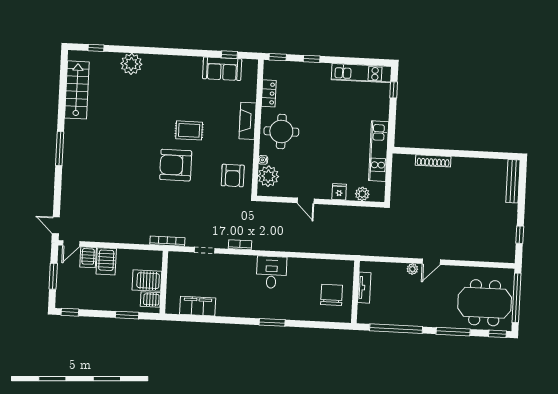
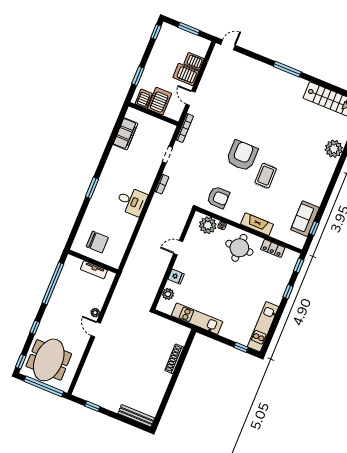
armchair: (233, 175) -> (218, 197), turned 180
door: (71, 243) -> (191, 98), moved
window: (453, 332) -> (35, 327), width x0.46

